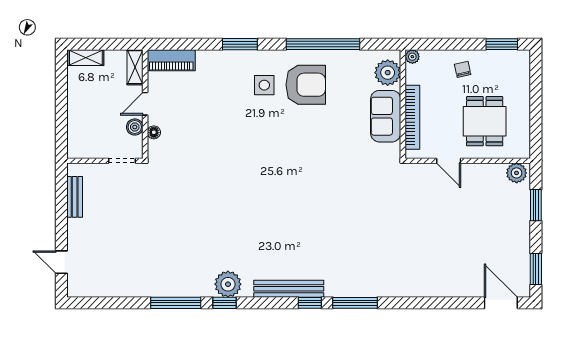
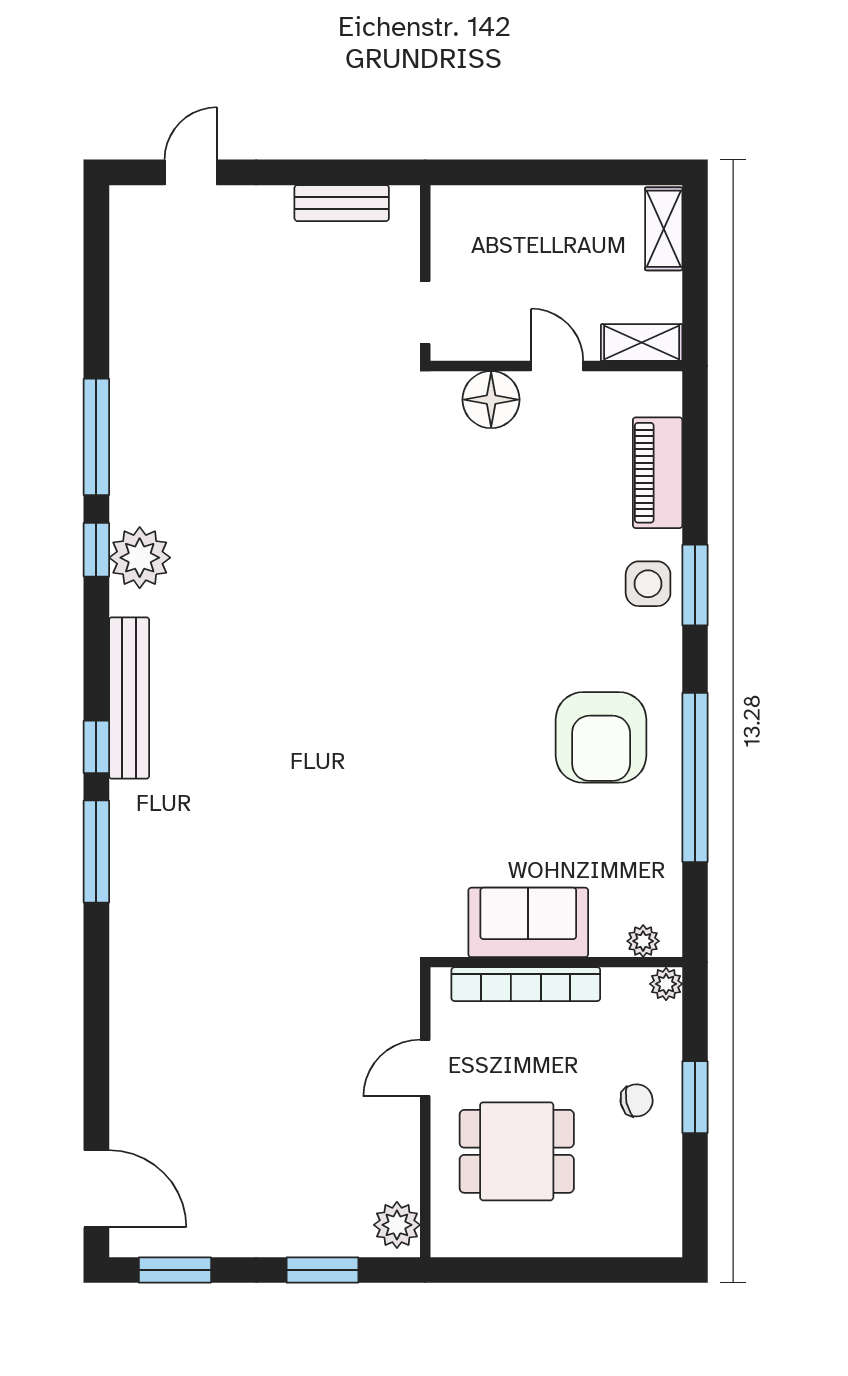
window: (502, 44) -> (695, 1097), moved
piano: (171, 60) -> (658, 473), moved
plant: (388, 73) -> (643, 941), width x0.53, depth x0.53
side table: (264, 85) -> (648, 584), moved
boiler: (135, 127) -> (503, 342), removed
floor lamp: (154, 132) -> (491, 400), width x1.89, depth x1.89
door: (501, 303) -> (96, 1189), hinge flipped

